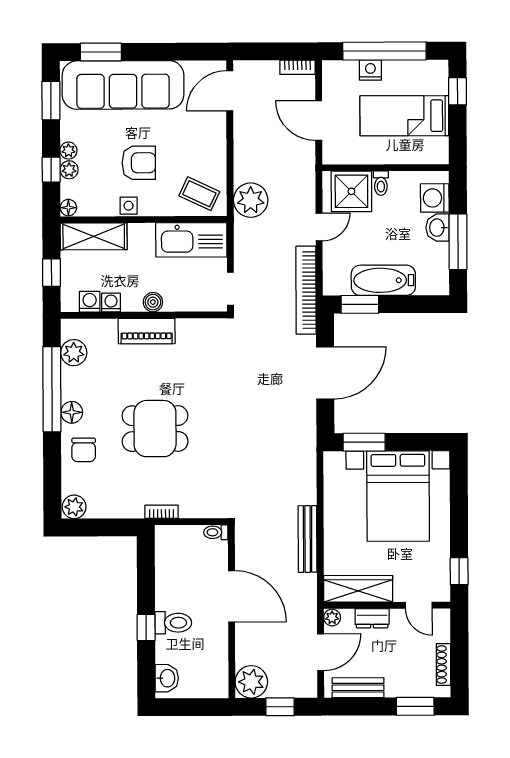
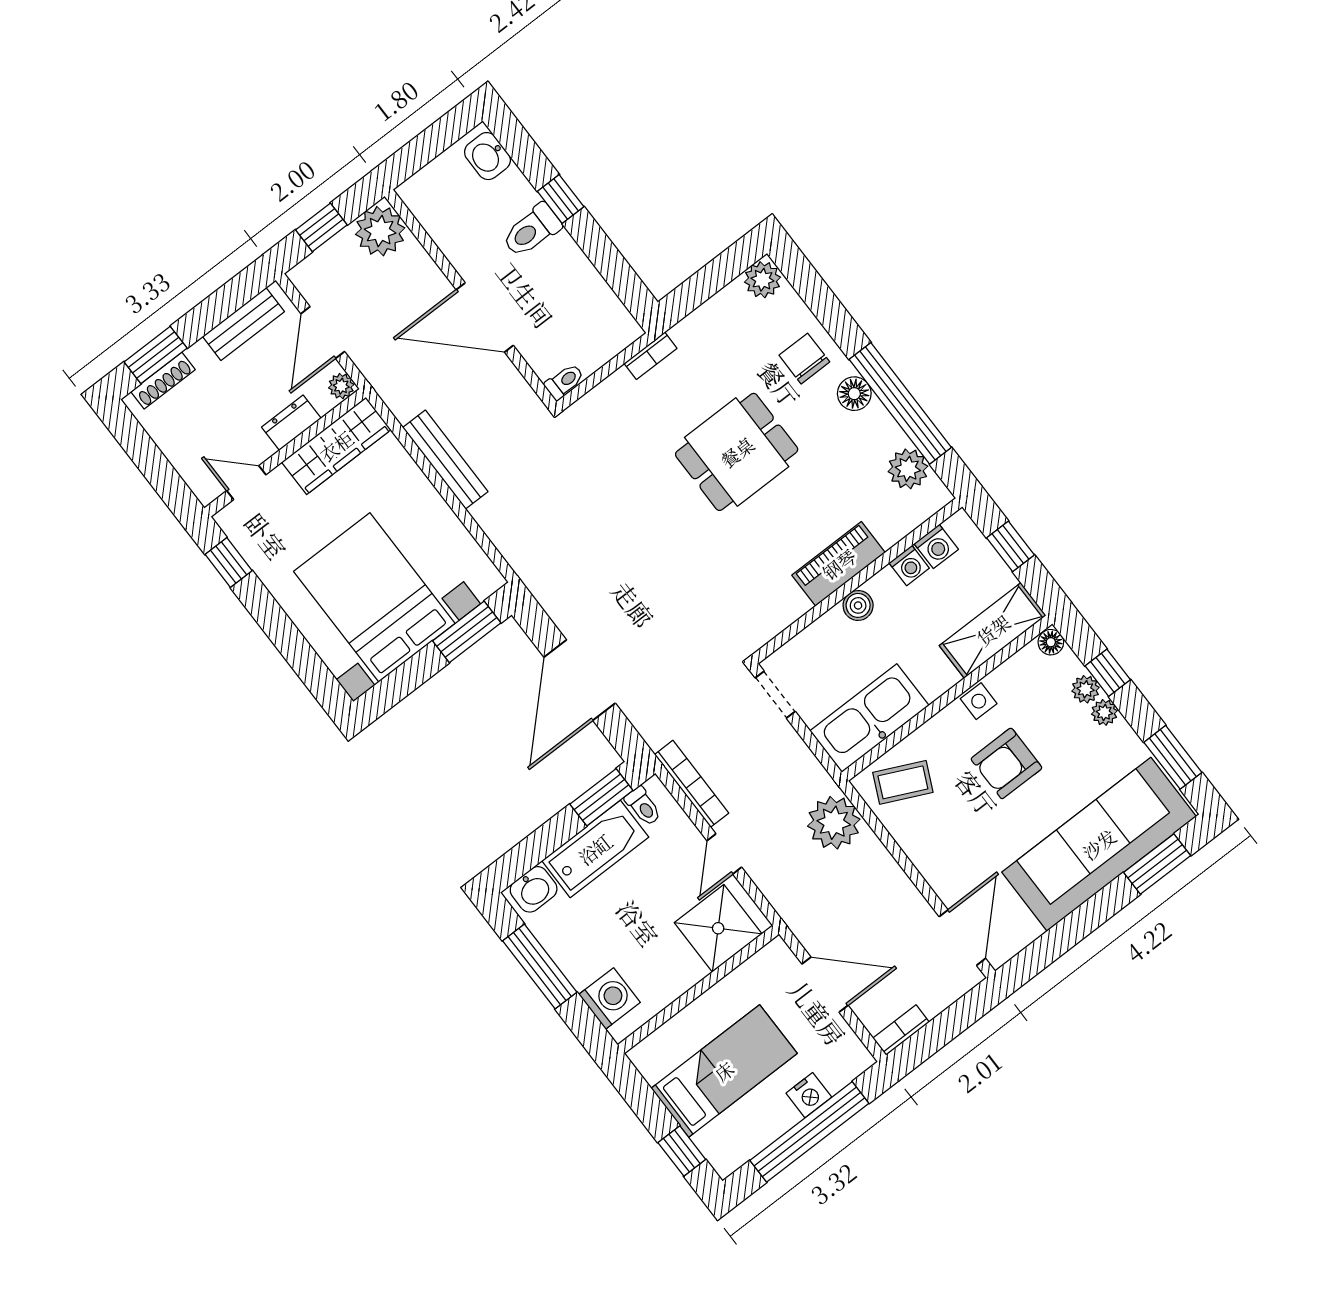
toilet: (381, 183) -> (643, 806), moved, turned 180
washbasin: (438, 228) -> (534, 889), moved, turned 90
bookcase: (306, 290) -> (692, 784), width x0.68, depth x0.76
shoe rack: (443, 665) -> (163, 381), moved, turned 90

